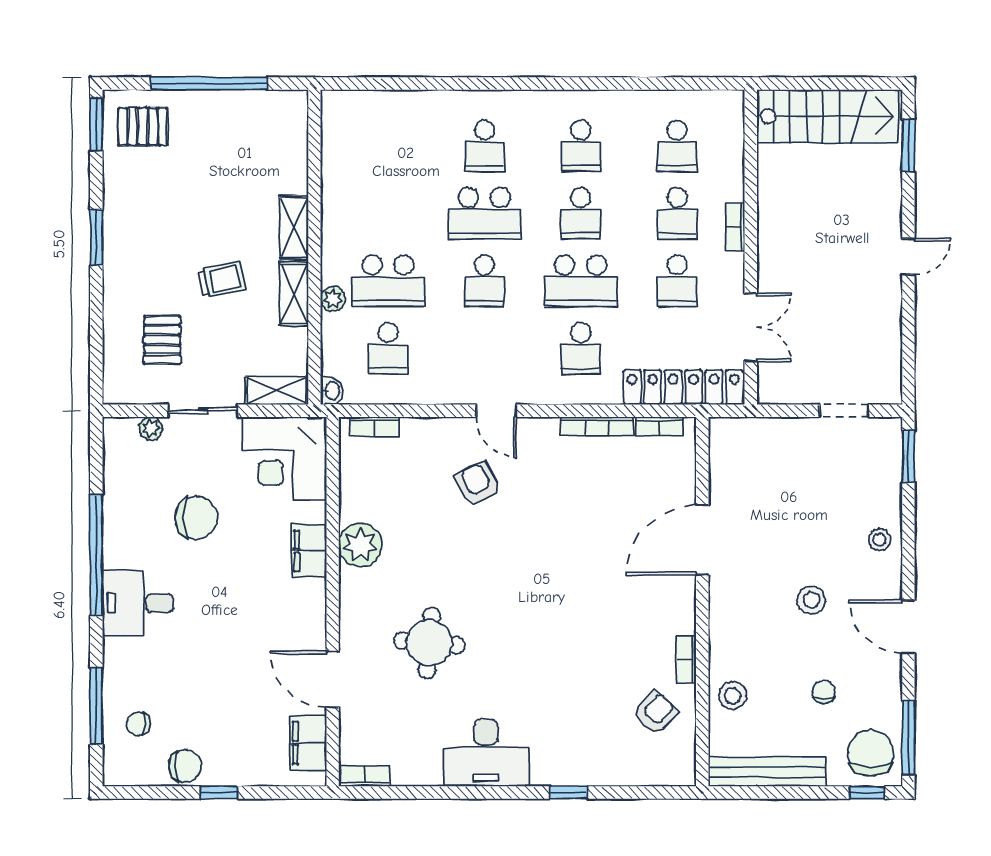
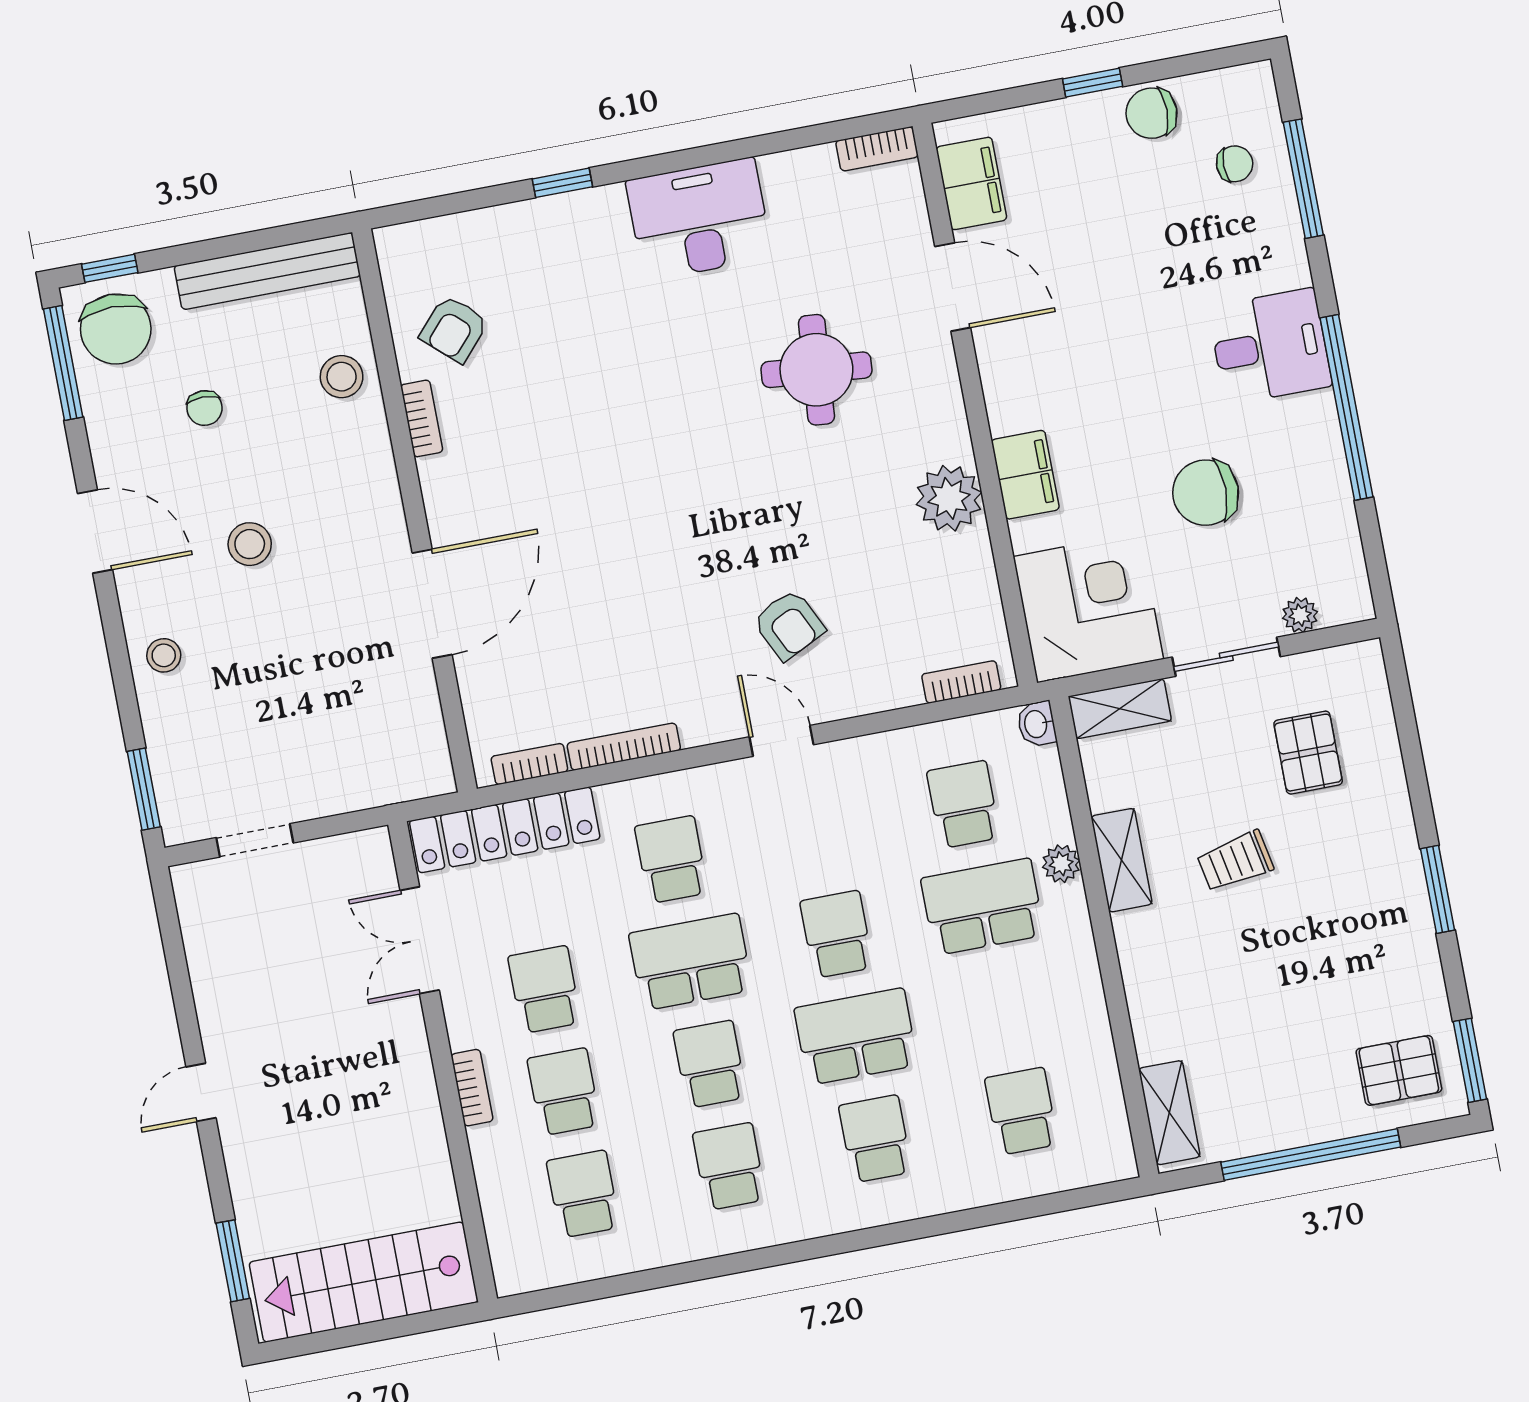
school desk: (388, 146) -> (1021, 1111), added
shelving: (294, 227) -> (1169, 1113), moved

